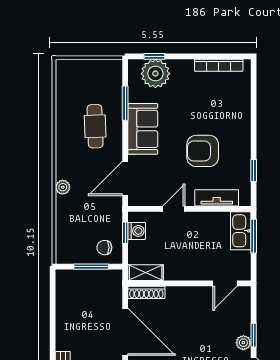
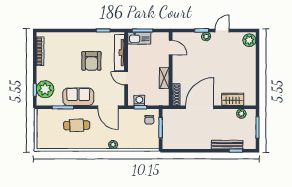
tv unit: (217, 198) -> (119, 53), width x1.41
shelving: (146, 273) -> (164, 78), moved

